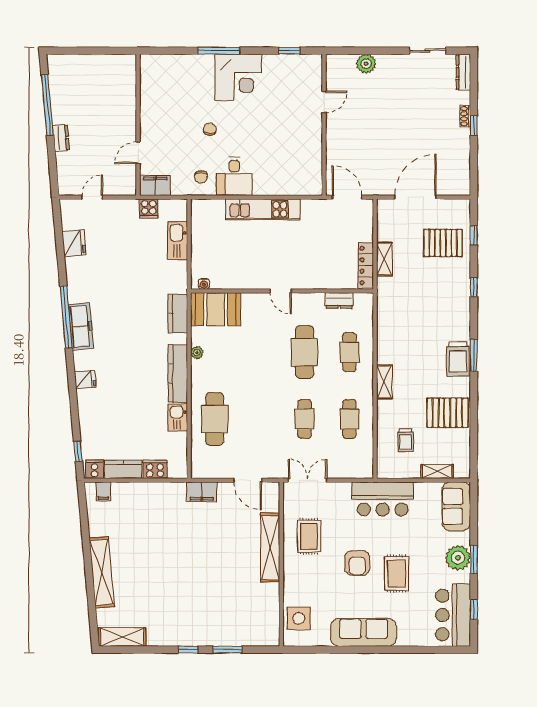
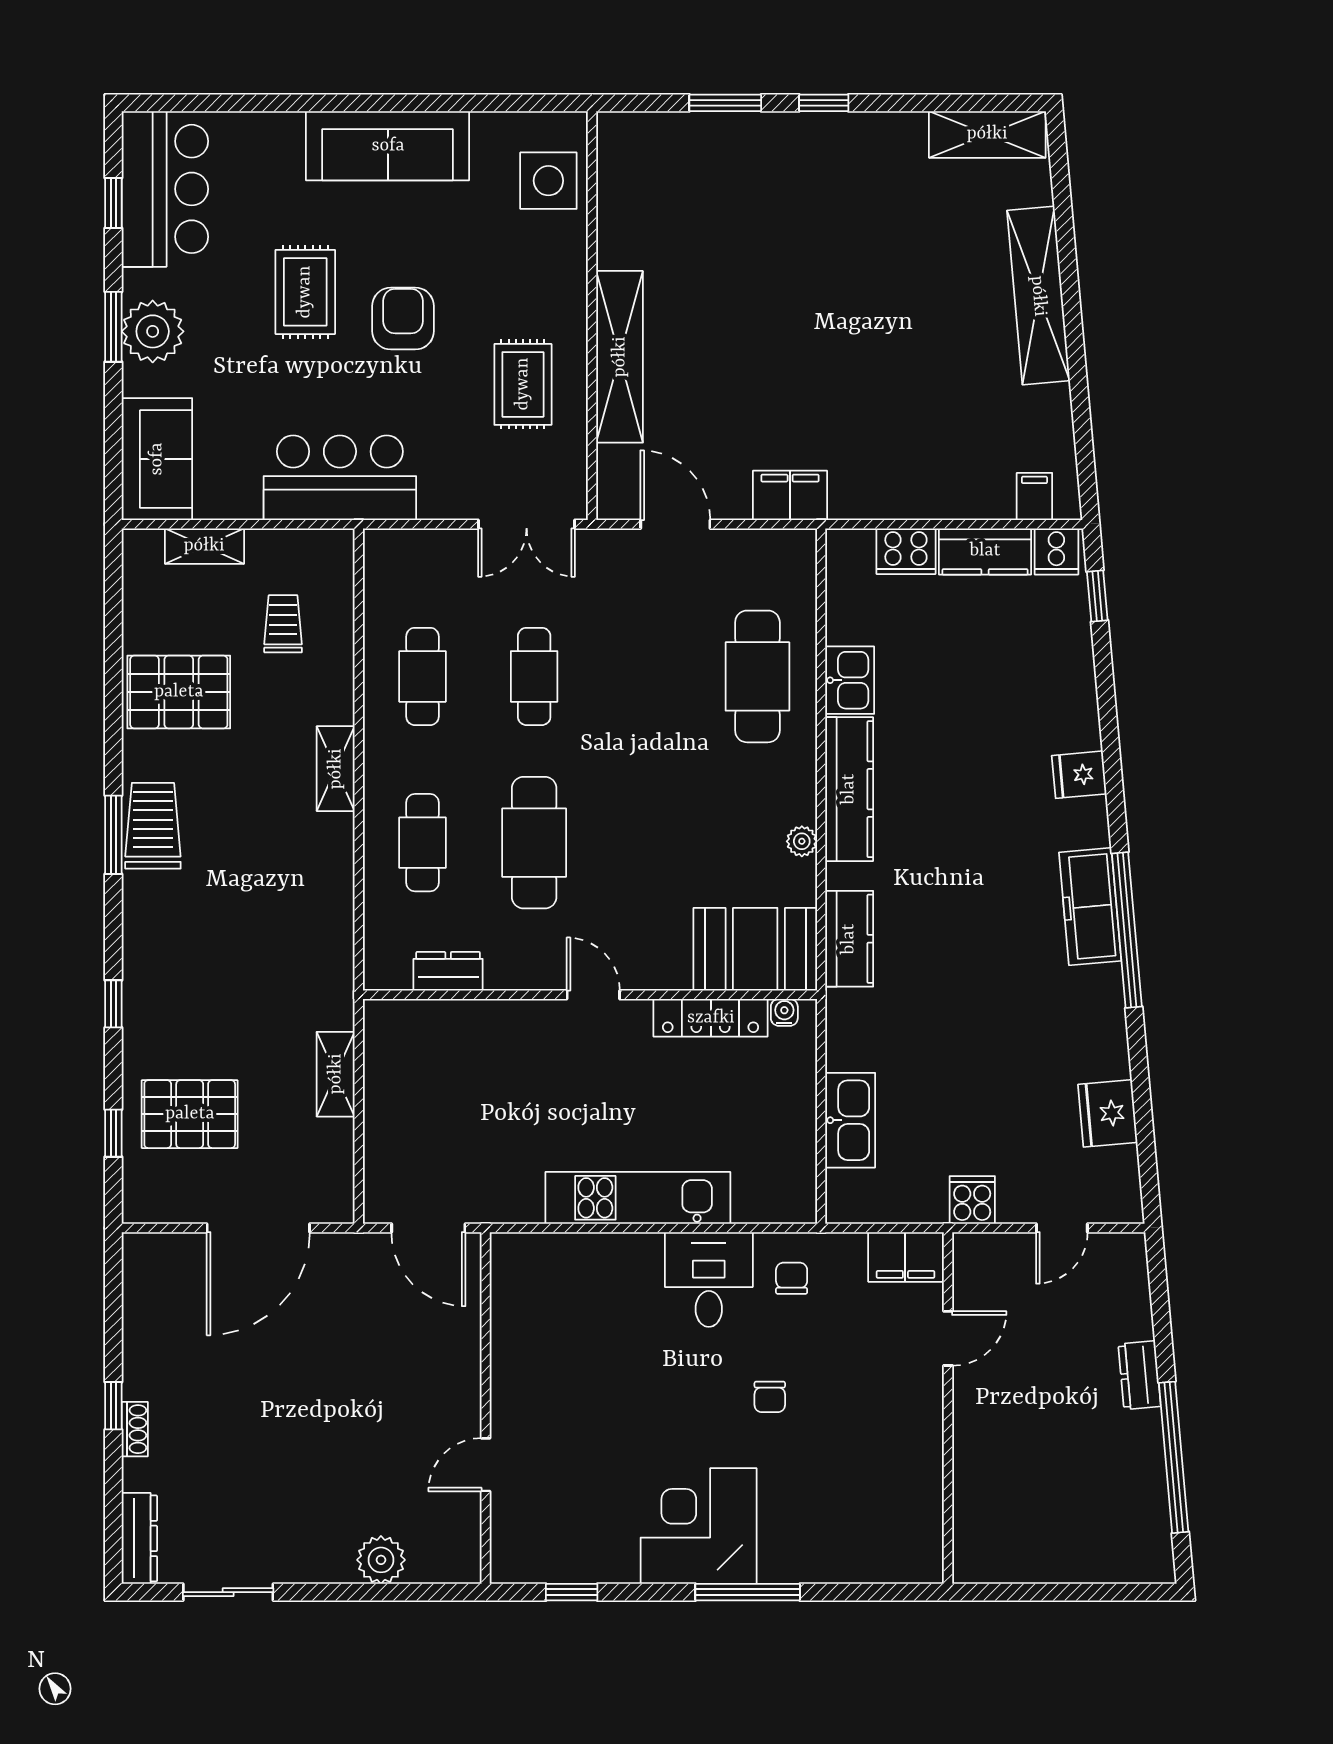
cooker: (149, 208) -> (972, 1200), moved
locker: (366, 265) -> (711, 1018), moved, turned 90

